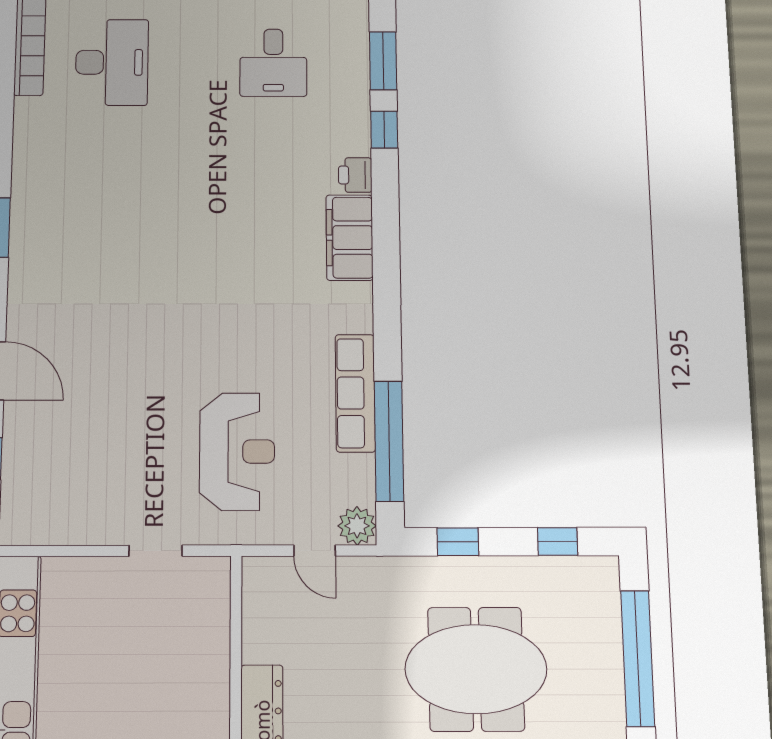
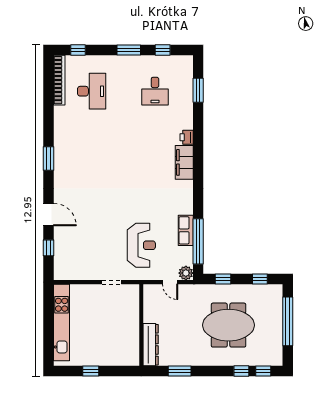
window: (384, 130) -> (198, 119), removed
row of seats: (355, 393) -> (186, 230), width x0.68

